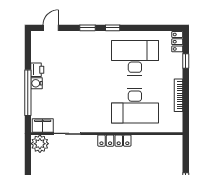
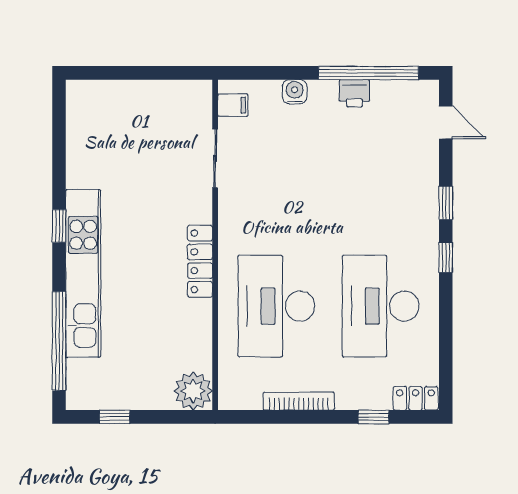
desk: (135, 58) -> (381, 306), turned 180
water cooler: (37, 83) -> (295, 92), moved
window: (28, 93) -> (369, 73), moved
filing cabinet: (43, 126) -> (233, 105), width x0.50
plant: (40, 144) -> (193, 391), moved

